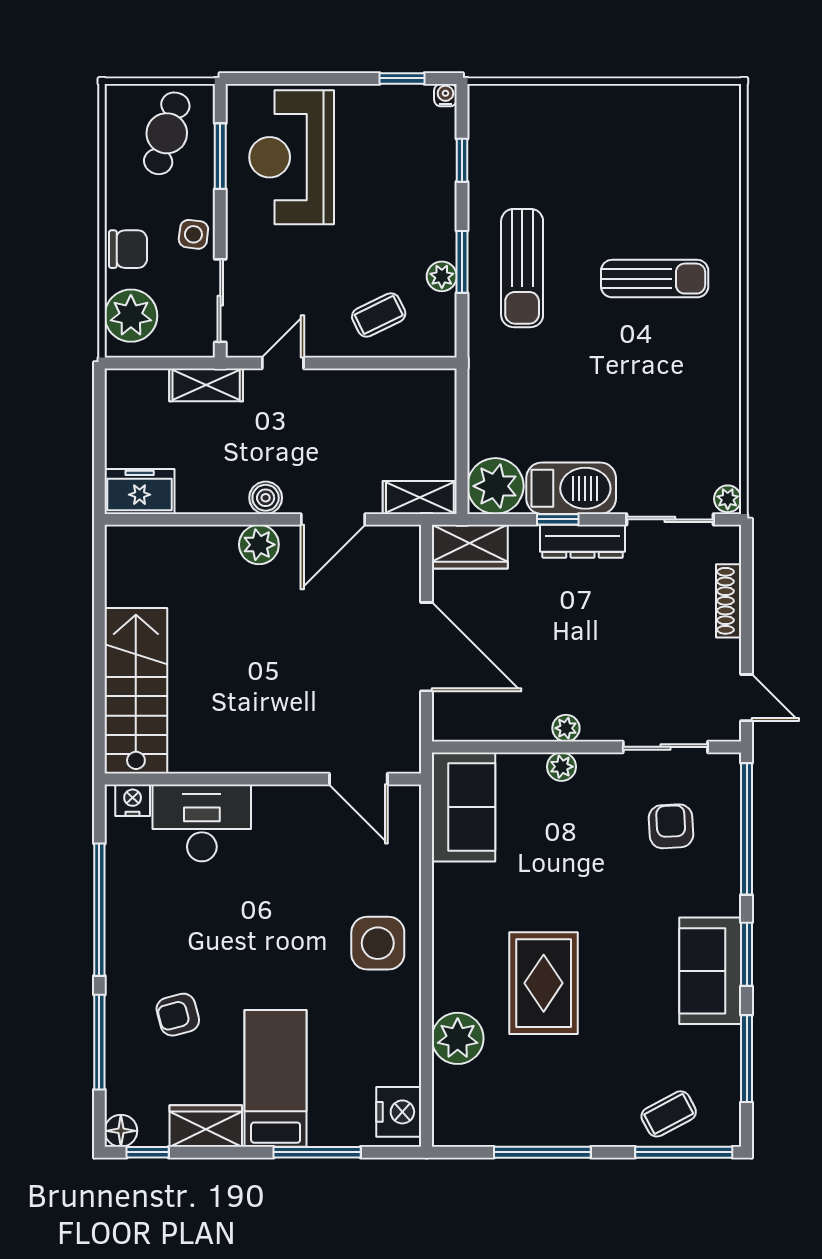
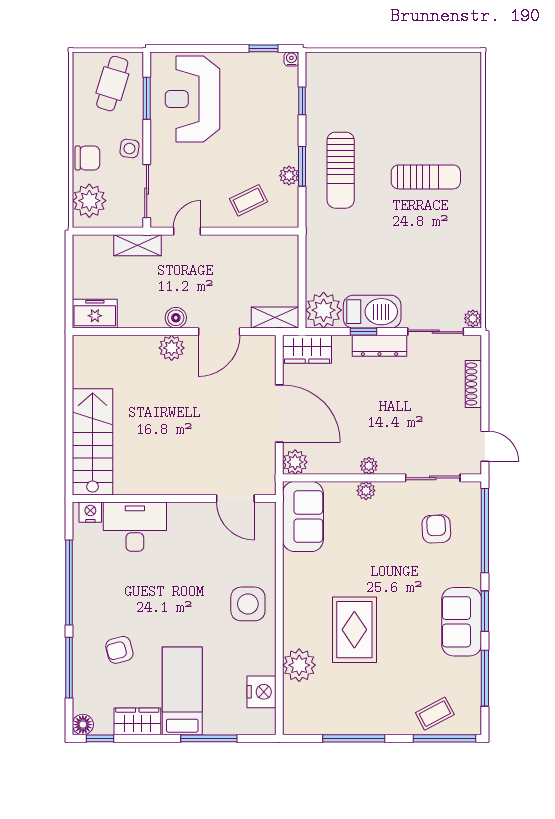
plant: (451, 722) -> (295, 462), added
nightstand: (399, 1112) -> (261, 692), moved

